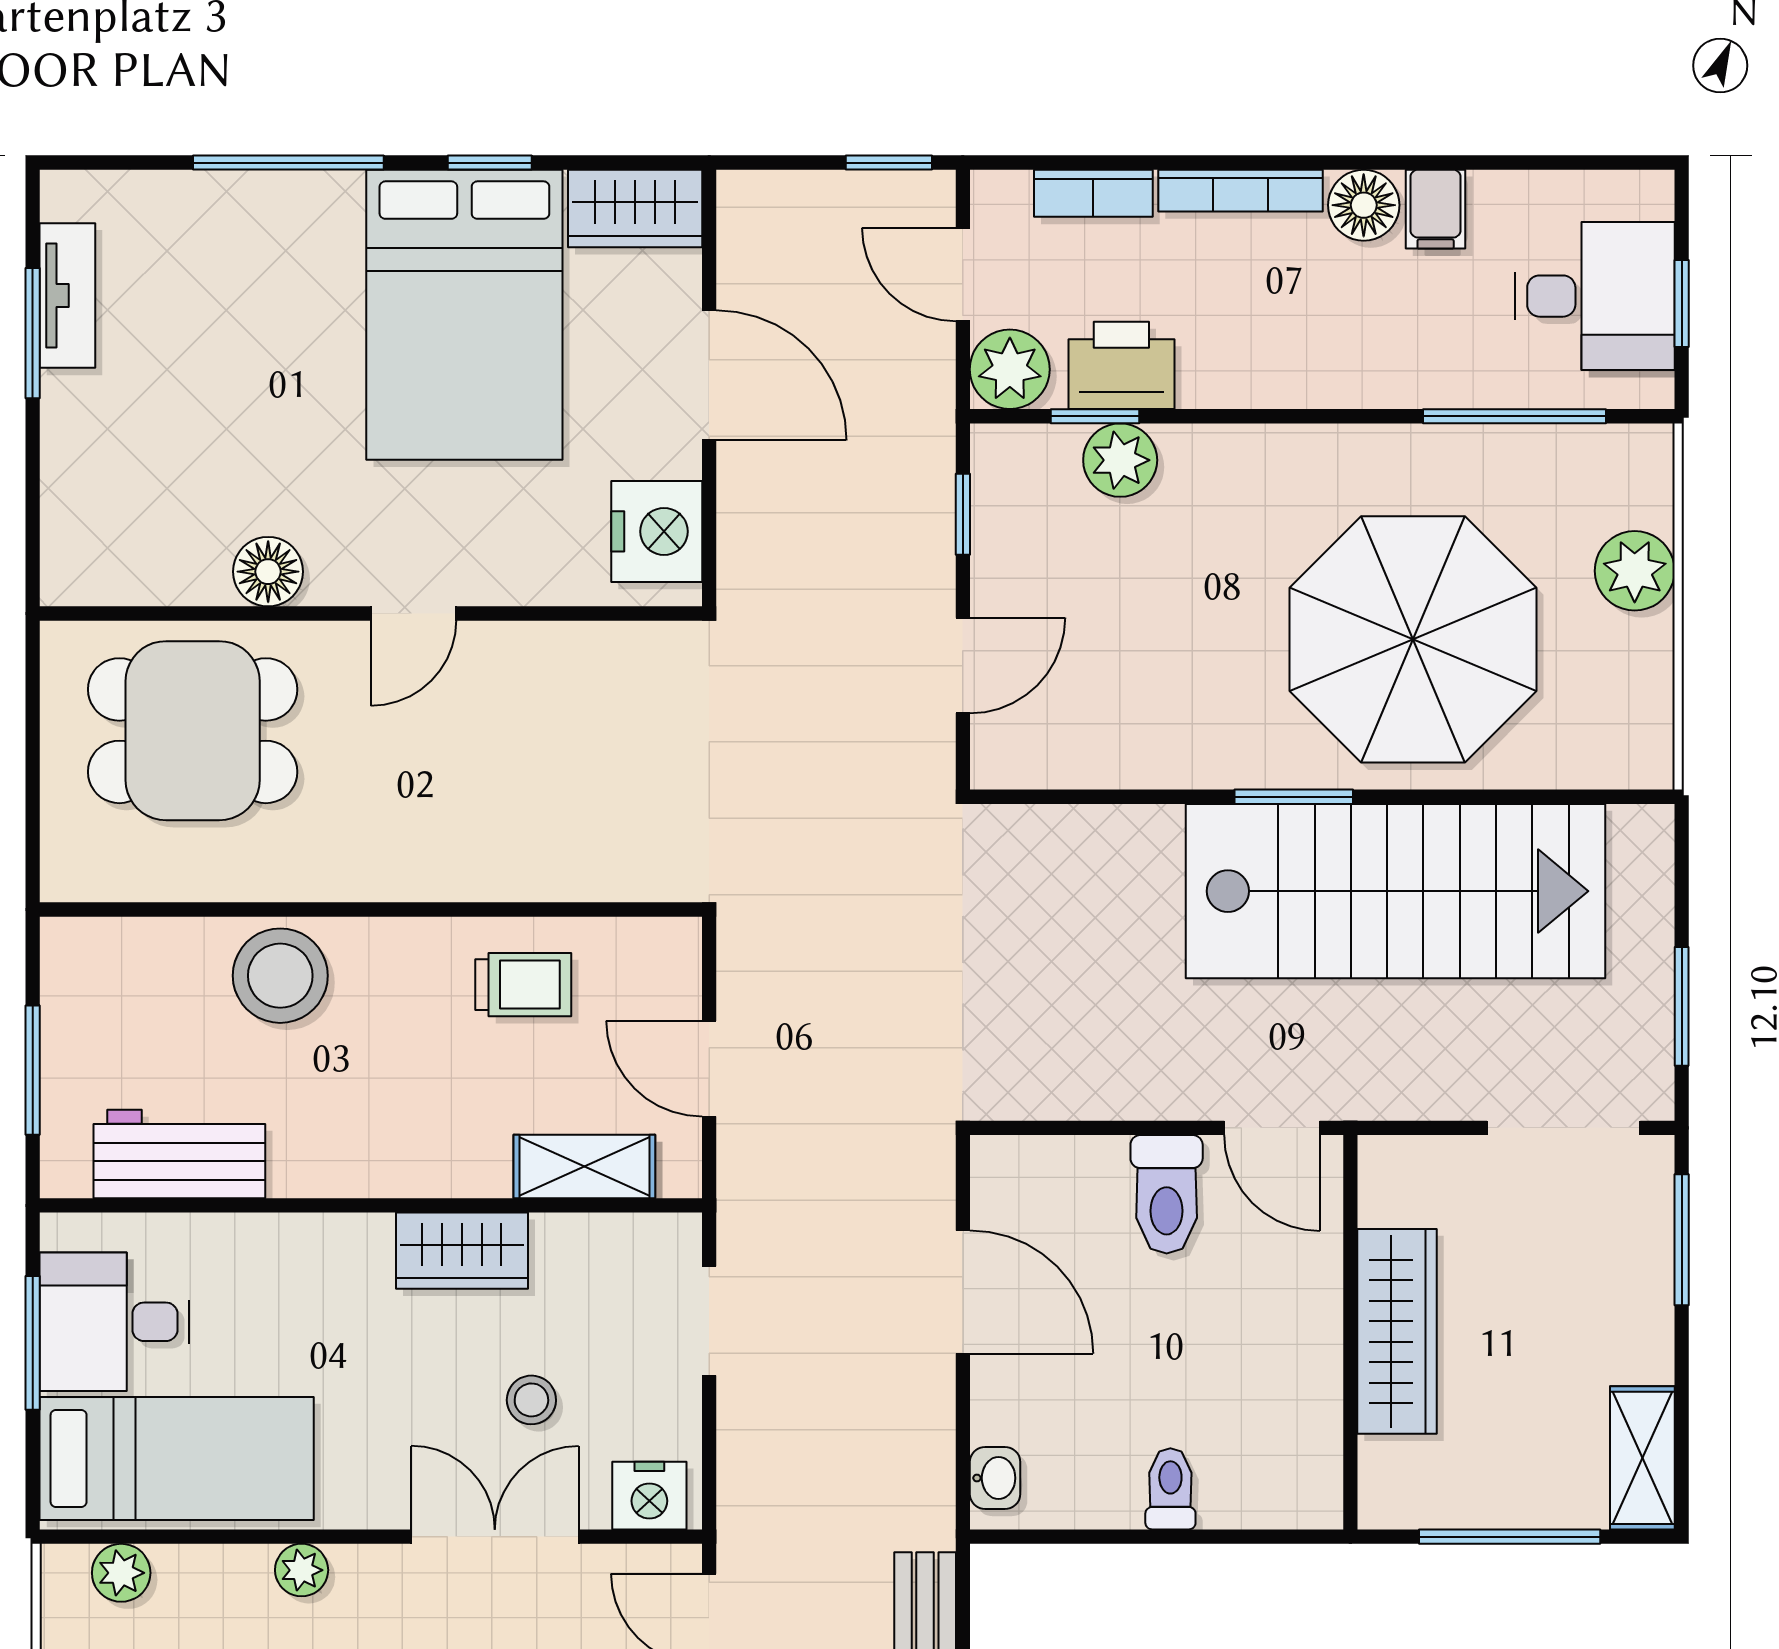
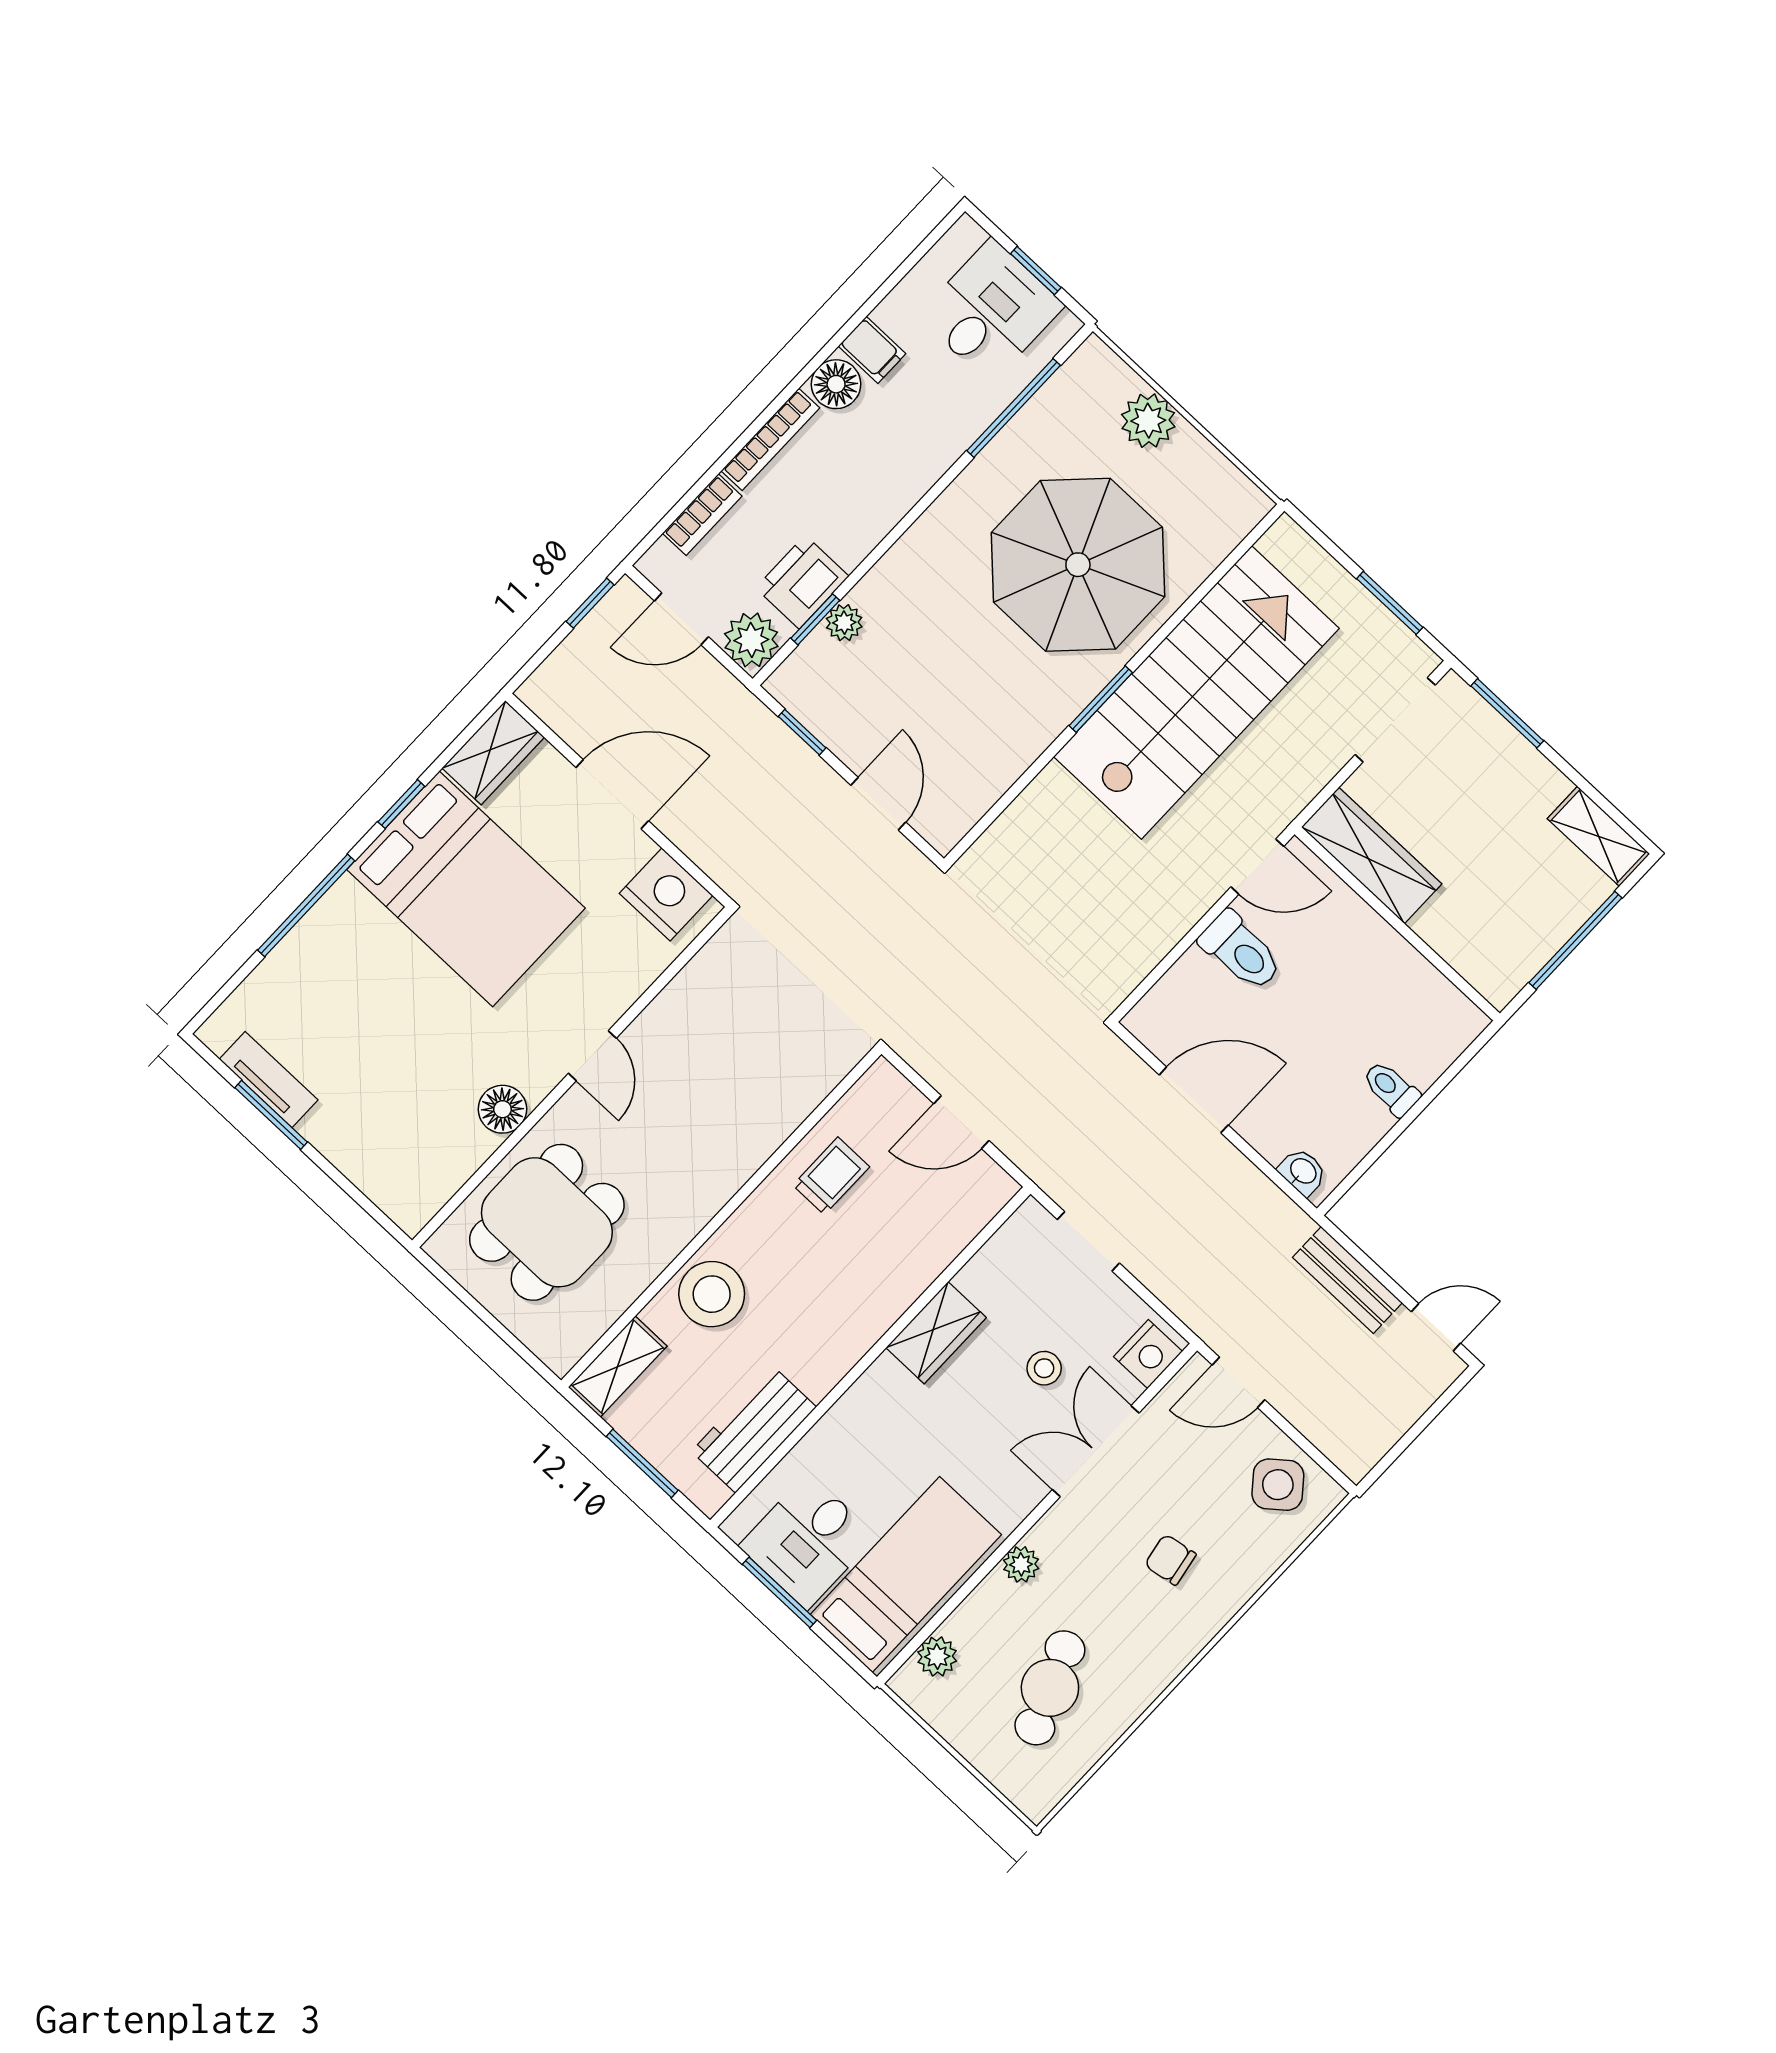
plant: (1120, 460) -> (844, 623), width x0.73, depth x0.73
shelving: (584, 1167) -> (618, 1367), moved
wardrobe: (1397, 1331) -> (1372, 855), moved

